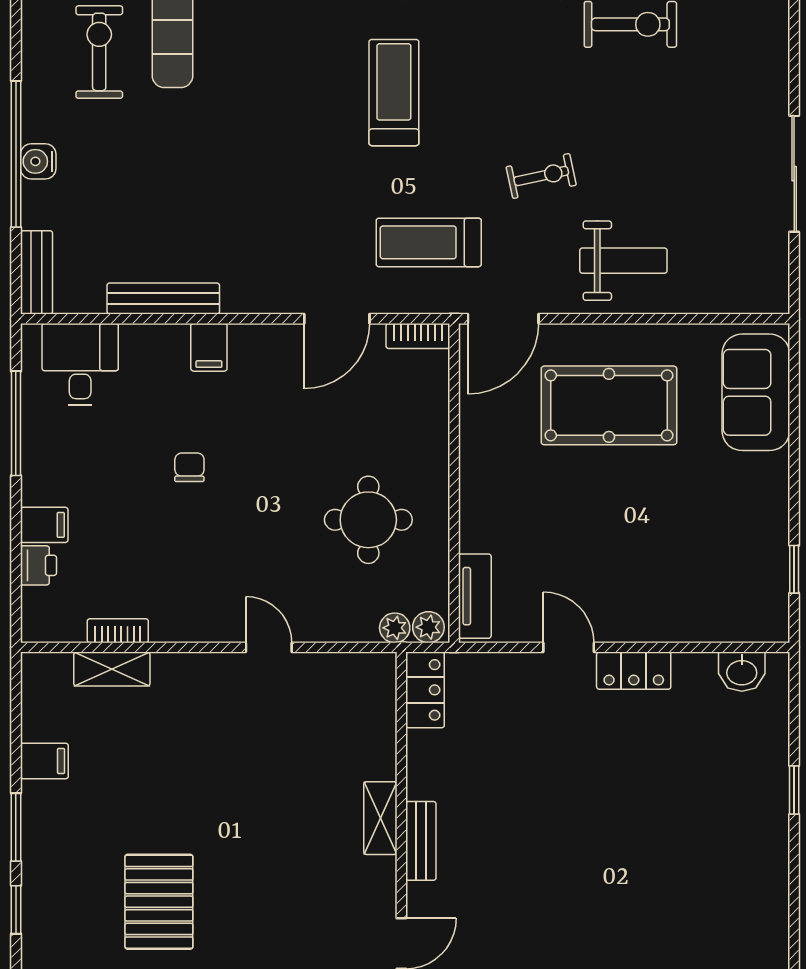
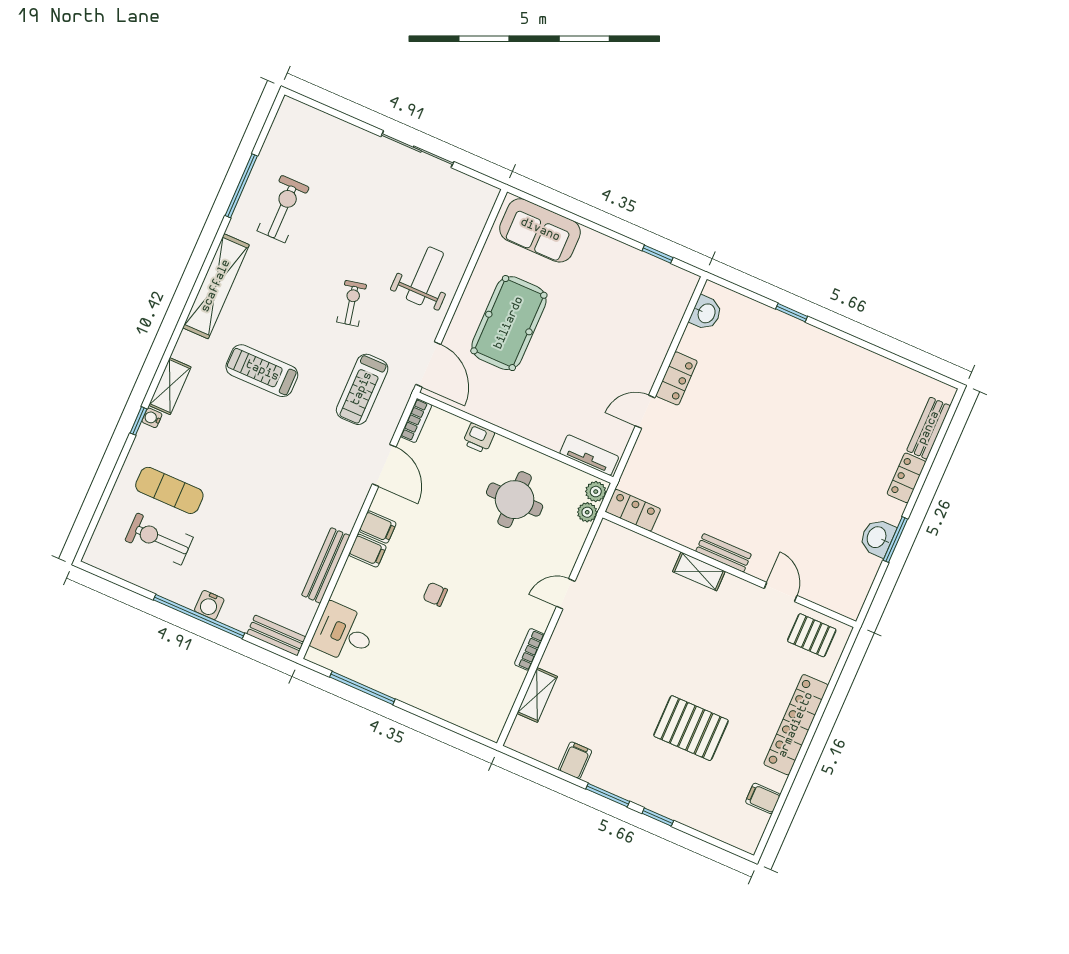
filing cabinet: (44, 525) -> (378, 527), moved, turned 90
printer: (38, 565) -> (479, 438), moved, turned 180
bookcase: (118, 631) -> (529, 649), moved

